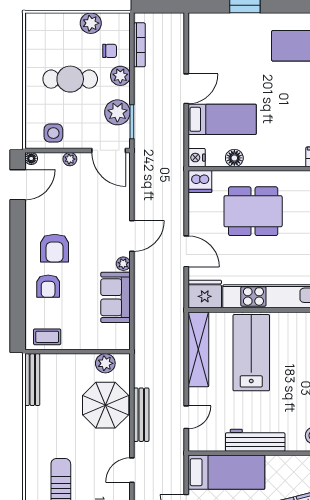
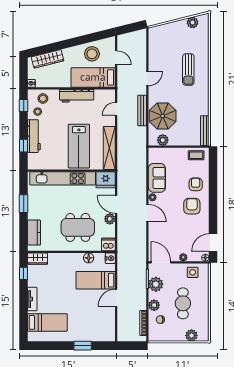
plant: (91, 23) -> (191, 335), moved
cafe table: (70, 79) -> (183, 303), turned 90
plant: (198, 226) -> (110, 219), added
door: (132, 236) -> (147, 213), swing flipped

